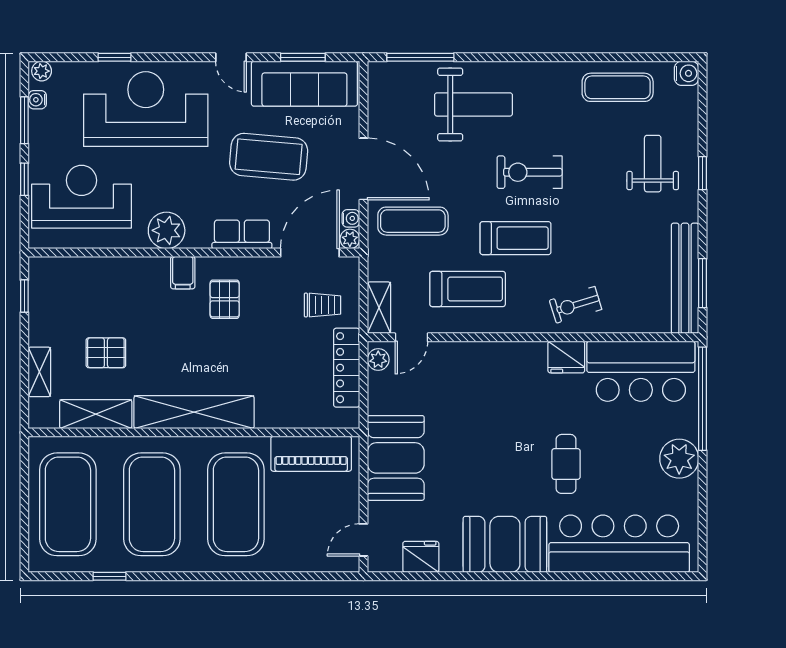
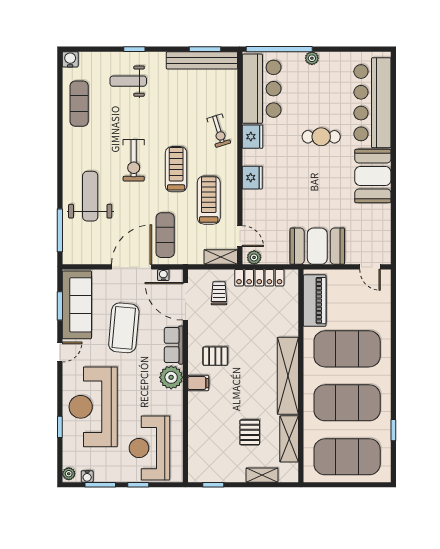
plant: (167, 230) -> (171, 377), moved
plant: (350, 239) -> (177, 276), removed
plant: (679, 459) -> (312, 58), width x0.53, depth x0.53
fridge: (421, 557) -> (252, 178), moved, turned 180

